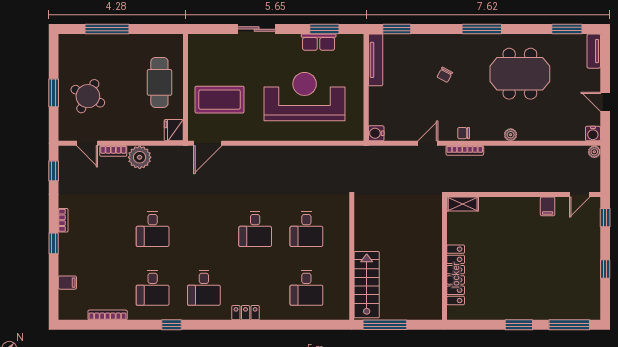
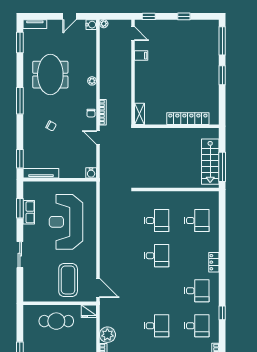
stairs: (367, 285) -> (210, 162), moved, turned -90

